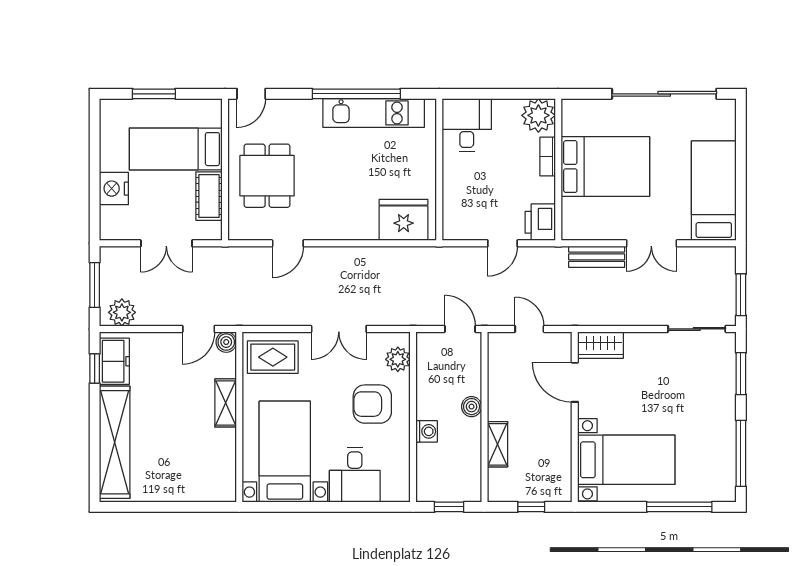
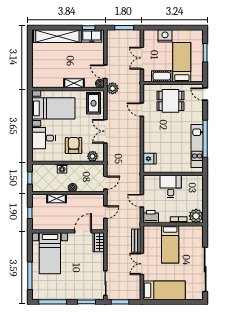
desk: (467, 125) -> (171, 186), moved, turned -90
bed: (605, 167) -> (170, 244), width x0.67
fridge: (404, 220) -> (150, 159), width x0.53, depth x0.75
plant: (122, 312) -> (112, 88), moved

